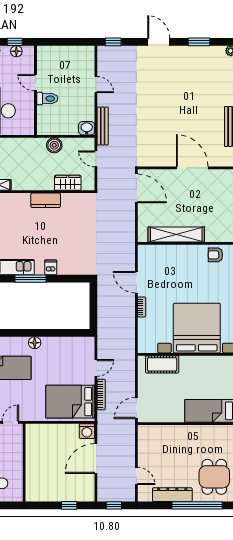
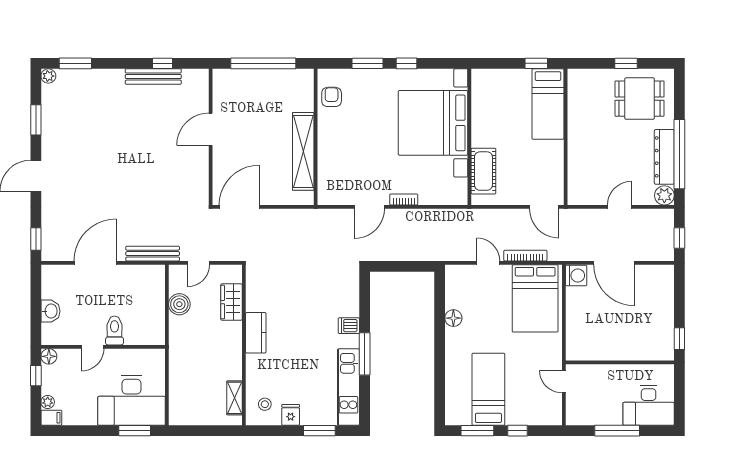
floor lamp: (16, 51) -> (49, 356), moved
door: (96, 85) -> (95, 263), width x1.87
washbasin: (87, 128) -> (50, 311), moved, turned 180
boiler: (54, 145) -> (179, 304), moved
door: (192, 168) -> (211, 129), width x0.73
armchair: (215, 255) -> (332, 97), turned 180
floor lamp: (35, 343) -> (453, 318), moved
door: (136, 476) -> (619, 207), moved
plant: (145, 495) -> (664, 195), added
window: (69, 505) -> (679, 339), moved
window: (197, 505) -> (679, 154), moved

